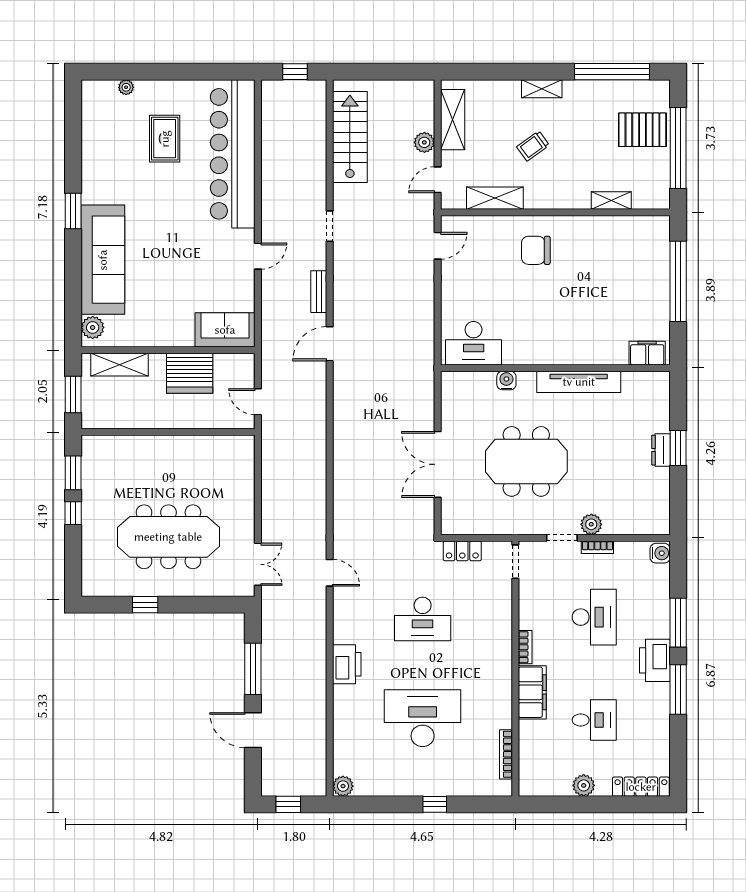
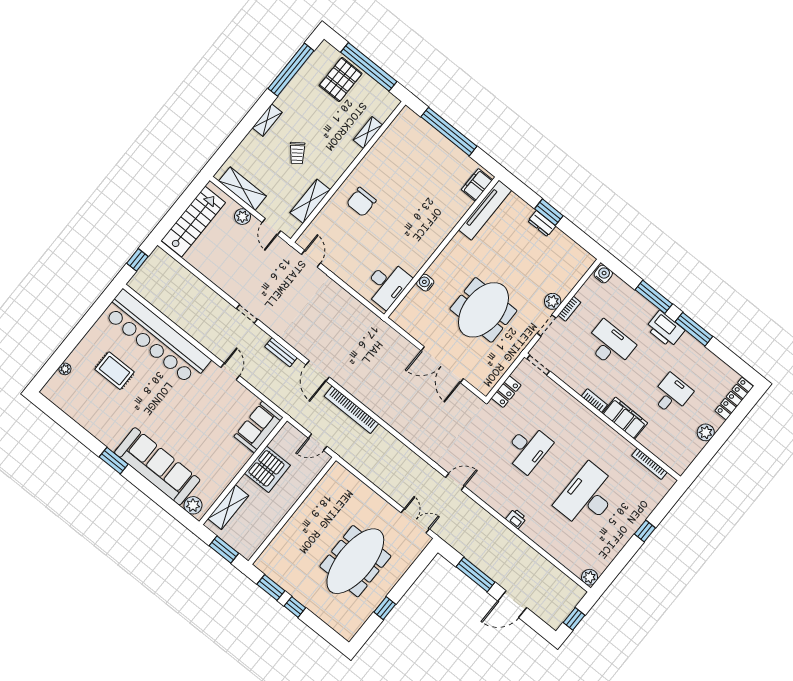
stairs: (350, 137) -> (193, 222), moved, turned 90
tv unit: (579, 382) -> (485, 210), moved
bookcase: (318, 409) -> (351, 410), added
printer: (347, 664) -> (516, 519), width x0.53, depth x0.68

